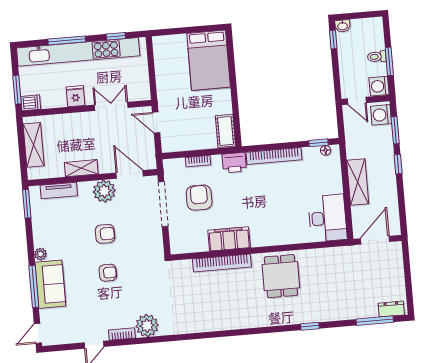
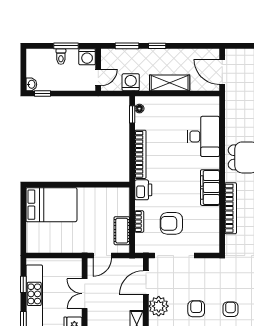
washing machine: (381, 115) -> (131, 82), moved, turned 180
cot: (225, 131) -> (122, 231), moved, turned 90
desk: (327, 218) -> (203, 136), moved, turned 90
filing cabinet: (229, 239) -> (210, 188), moved

